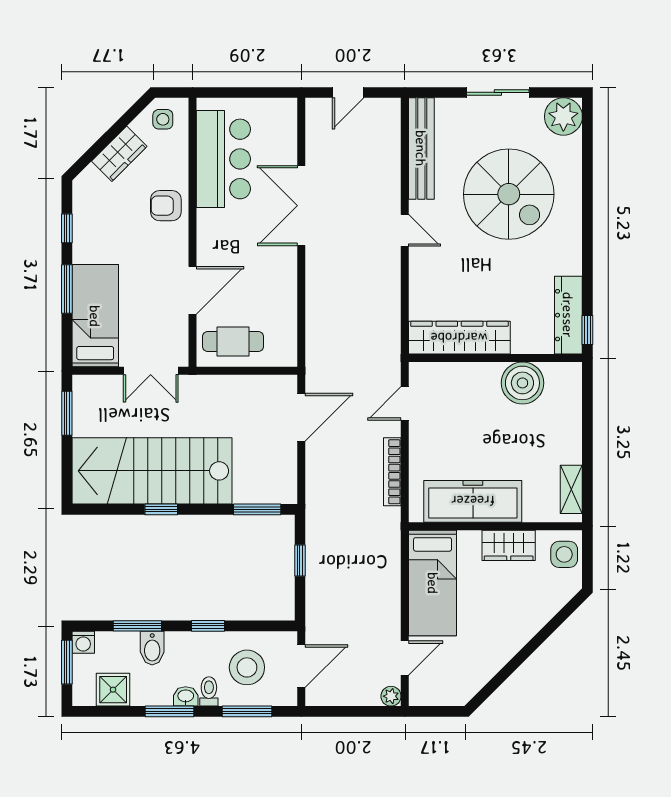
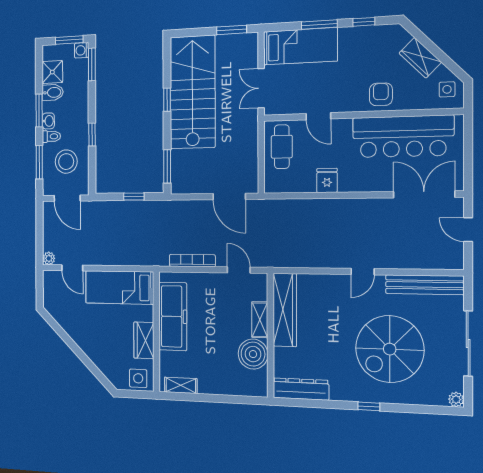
sliding door: (498, 92) -> (468, 343), width x1.37
plant: (563, 116) -> (456, 399), width x0.53, depth x0.53
bar counter: (223, 159) -> (403, 136), width x1.36
double door: (301, 206) -> (424, 194), moved
fridge: (281, 279) -> (327, 180), added
door: (193, 290) -> (318, 116), width x0.73
window: (587, 330) -> (369, 406), moved
shelving: (474, 373) -> (260, 320), added
window: (137, 626) -> (92, 64), moved
bidet: (152, 648) -> (53, 92), moved, turned 180

